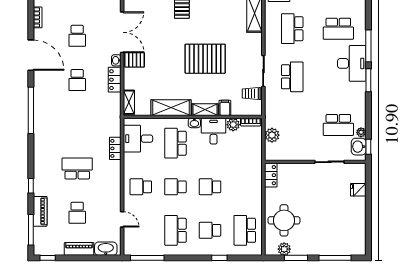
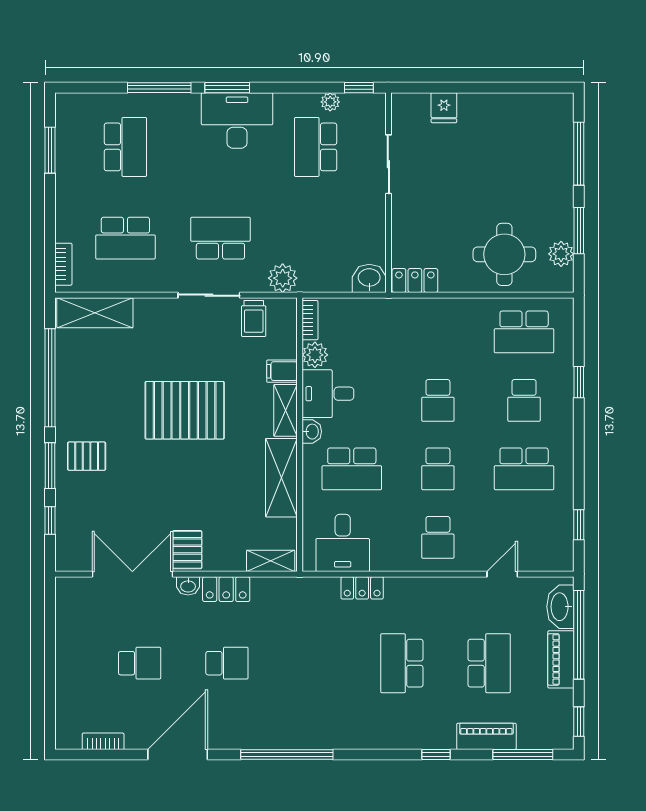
pallet: (205, 59) -> (185, 410), turned 90
desk: (352, 63) -> (237, 120), moved
school desk: (338, 125) -> (316, 147), turned 180
plant: (272, 135) -> (283, 278), moved
washbasin: (359, 147) -> (369, 278), moved, turned 180
school desk: (77, 213) -> (489, 663), width x1.85
window: (92, 258) -> (579, 635), added
window: (147, 258) -> (579, 525), width x0.46

